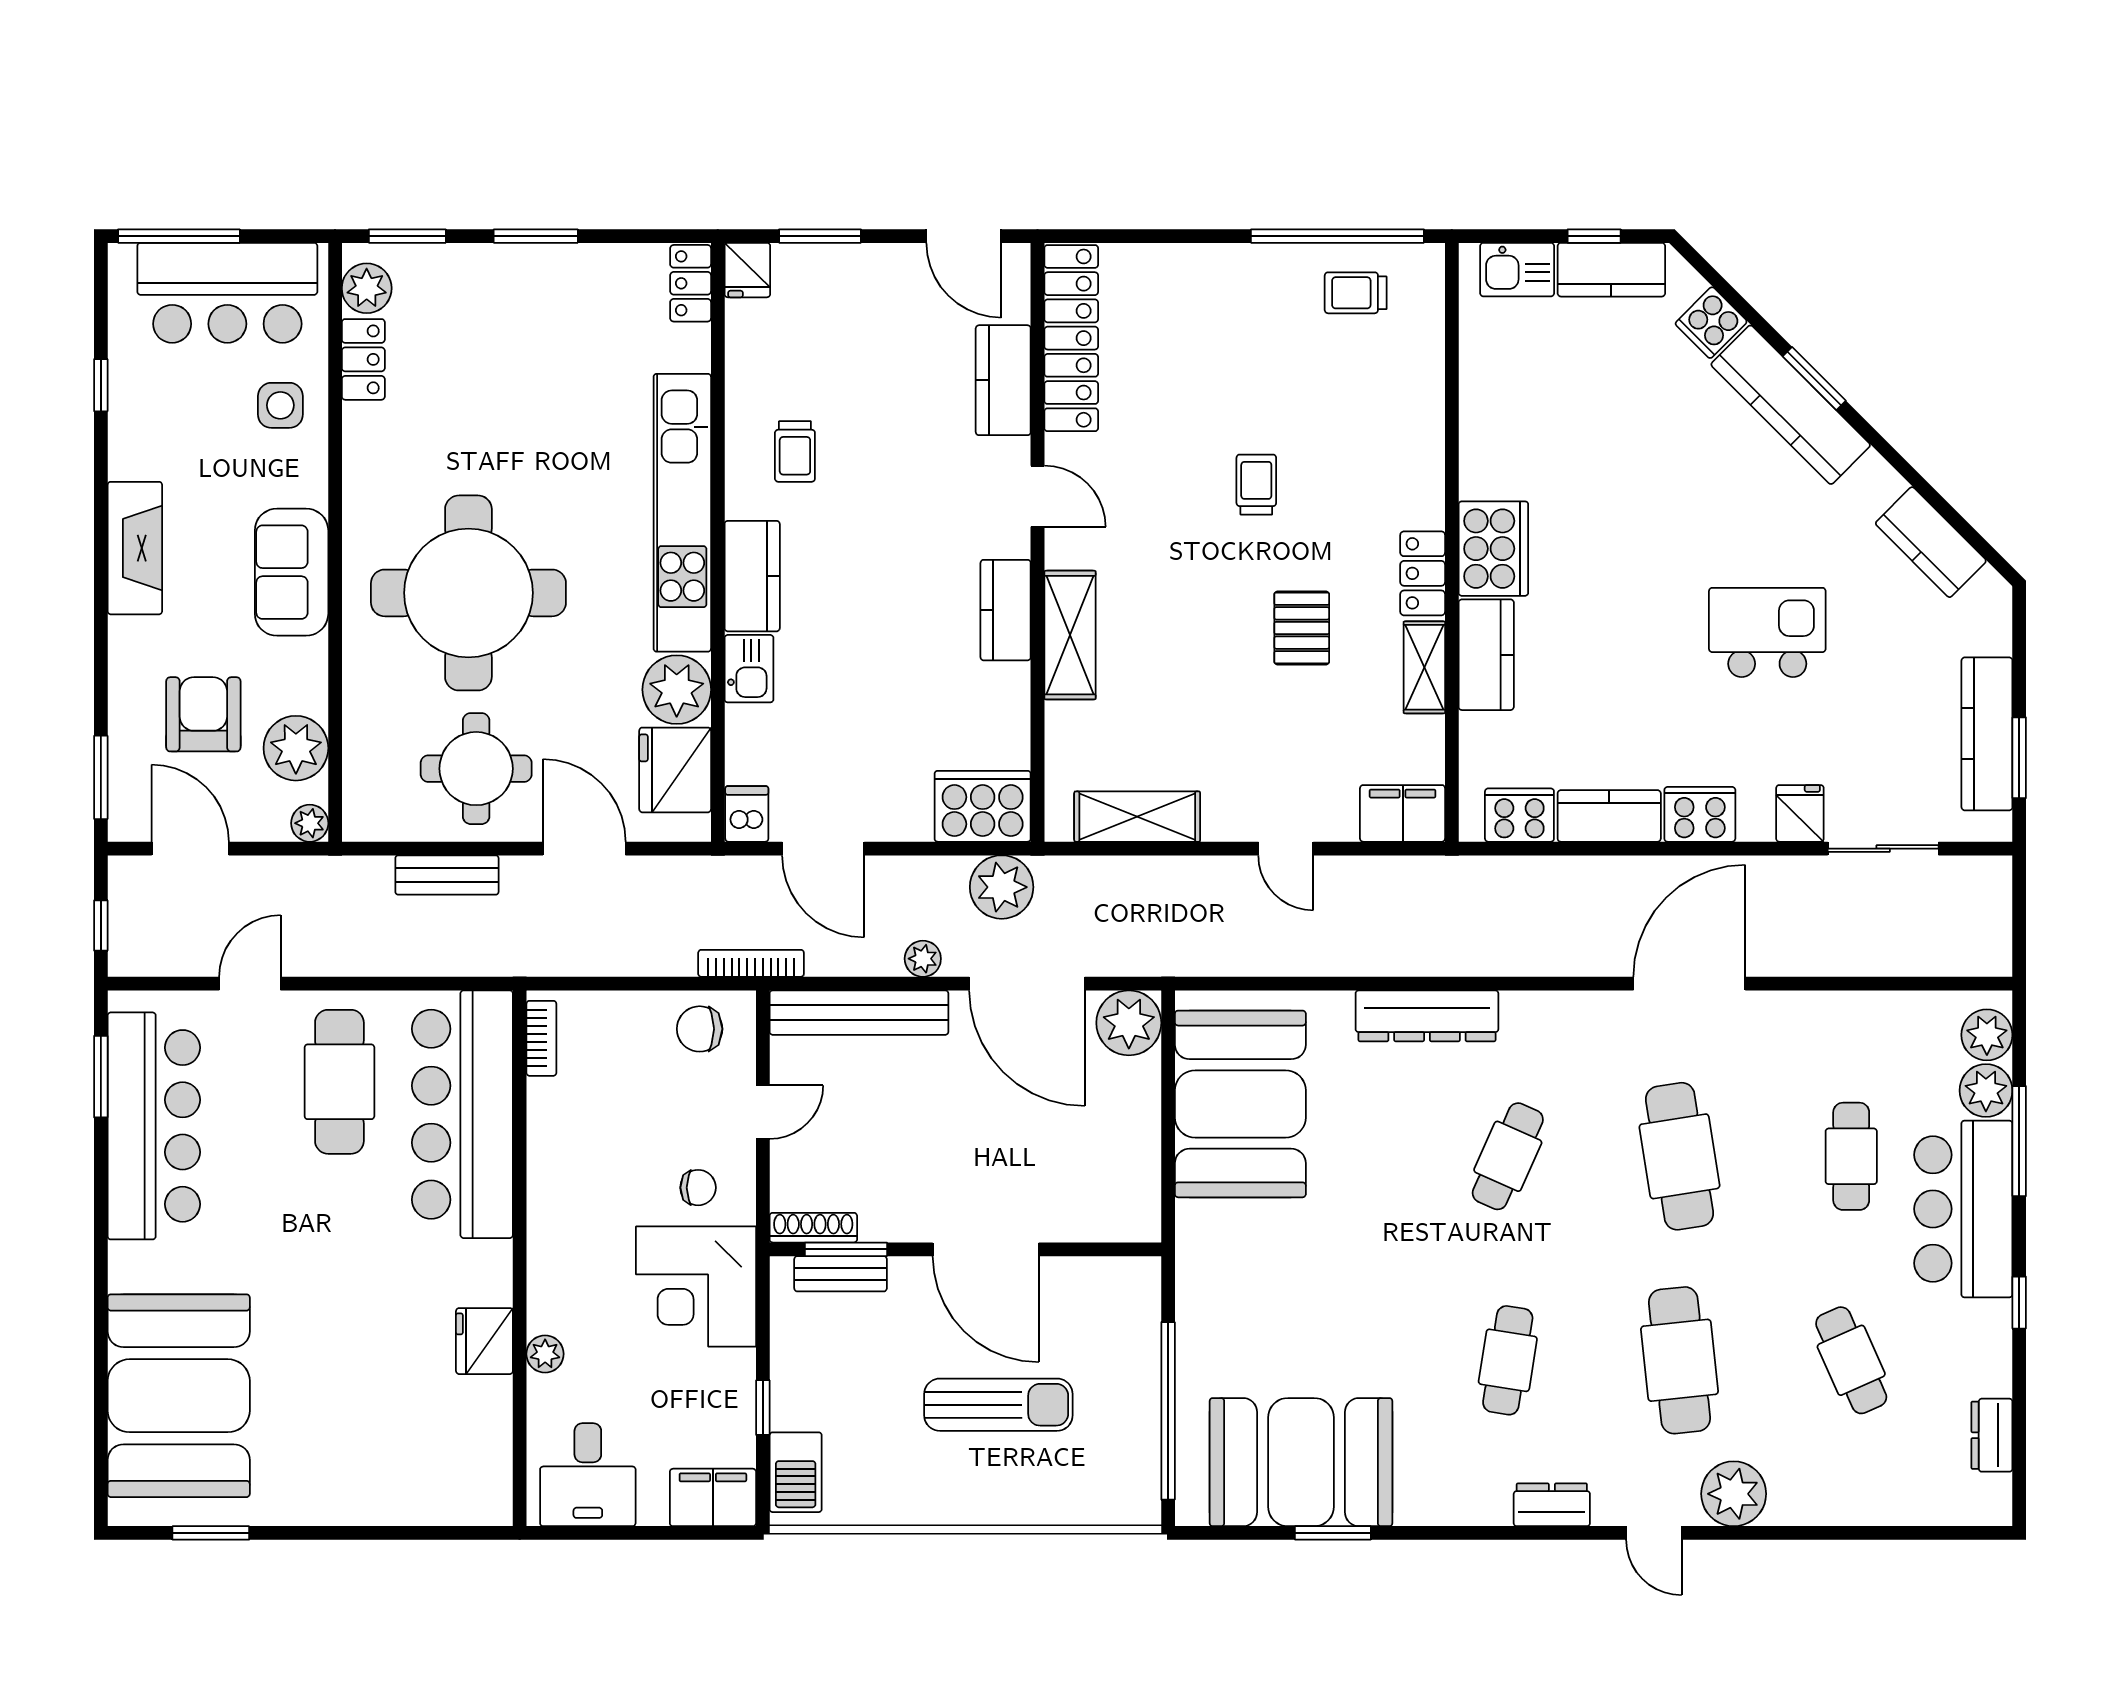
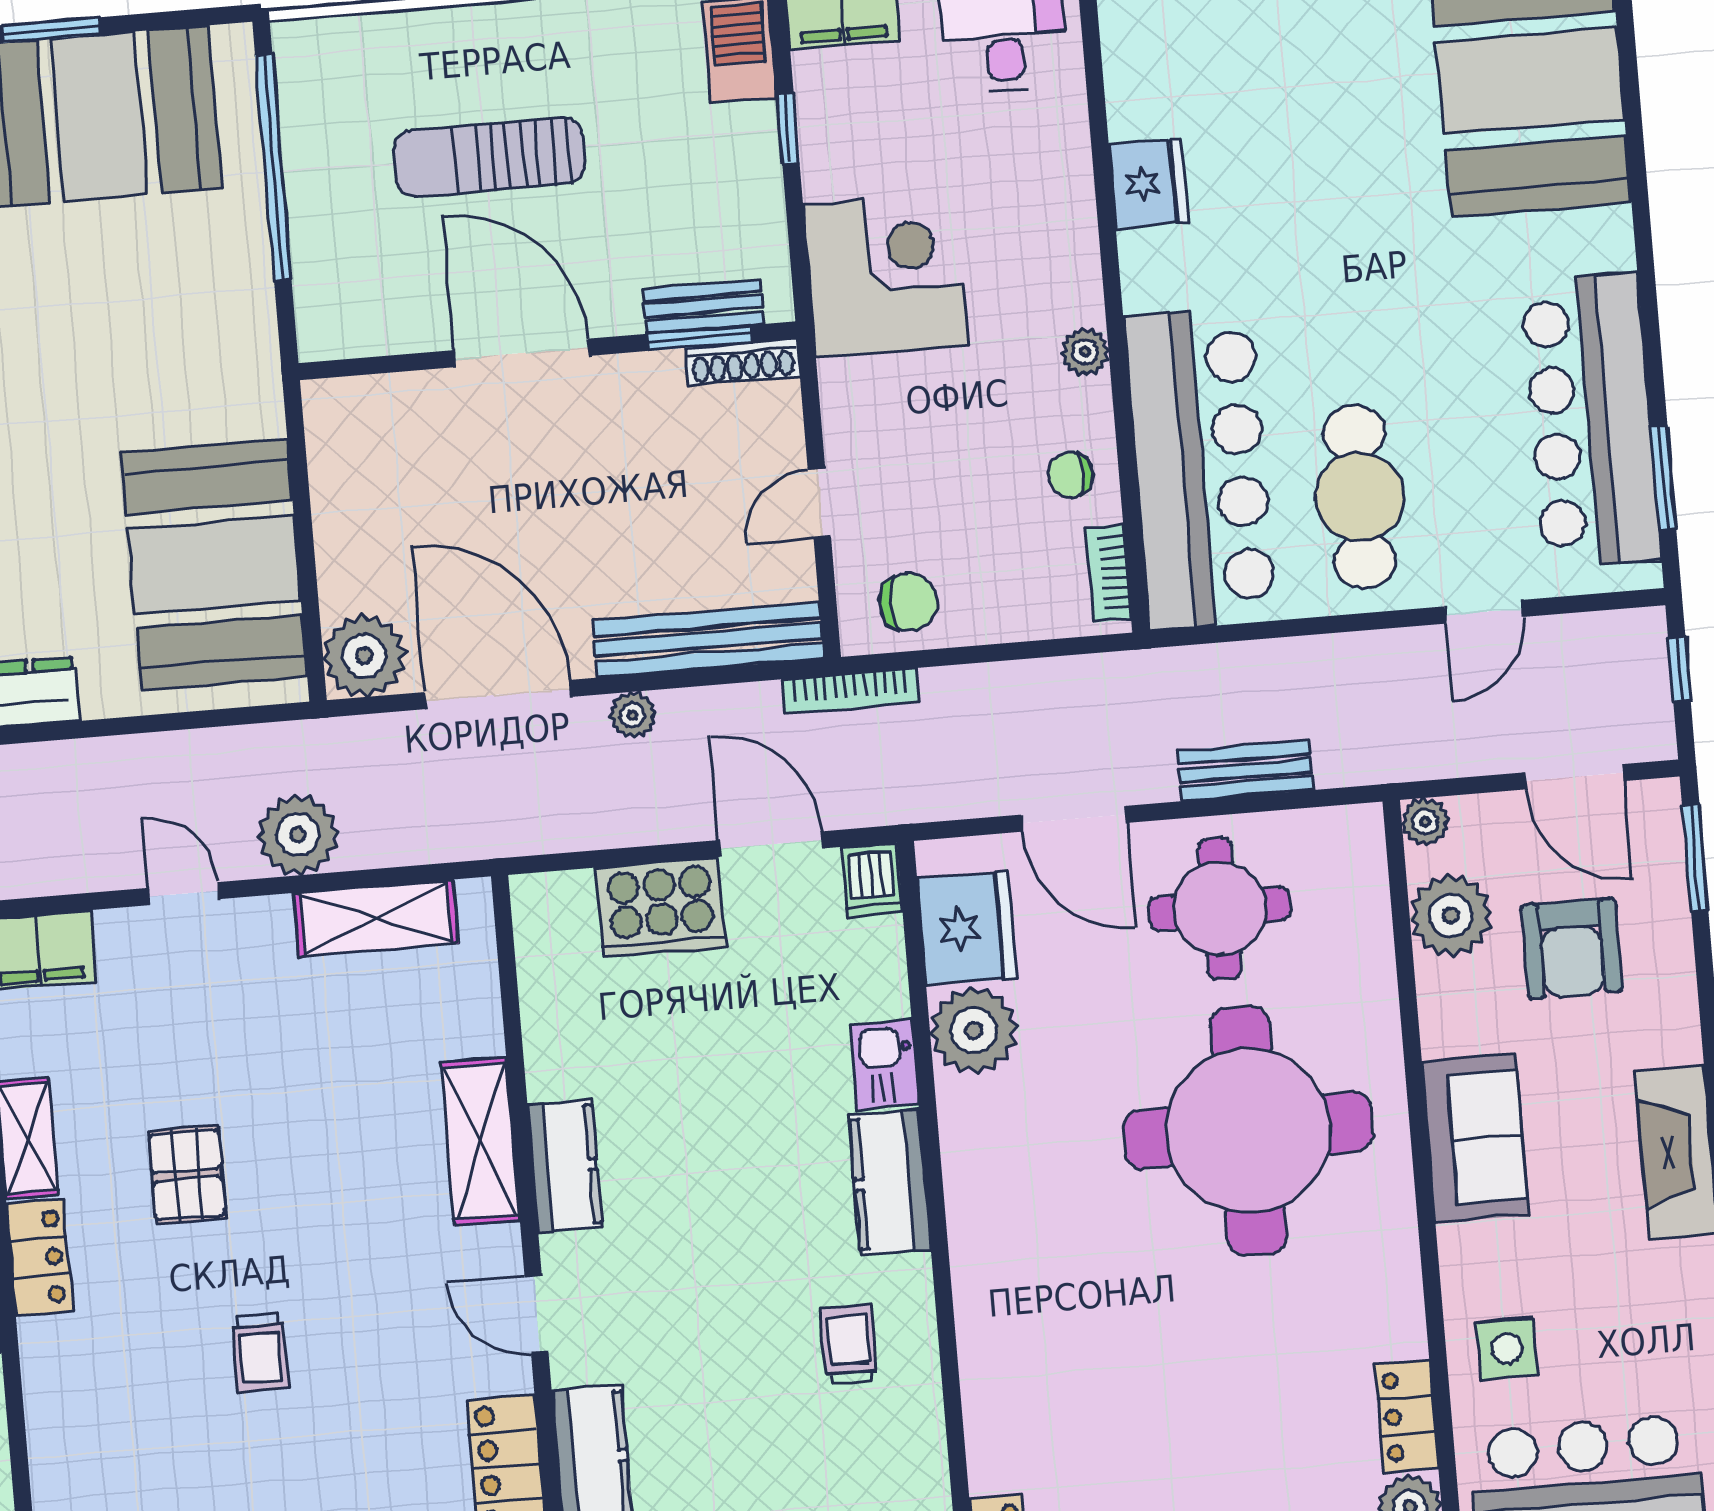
kitchen unit: (682, 513) -> (985, 1255), removed
cooker: (983, 806) -> (661, 907), moved
plant: (1002, 887) -> (298, 835), moved
chair: (698, 1188) -> (1070, 475), moved
plant: (545, 1354) -> (1085, 352), moved

